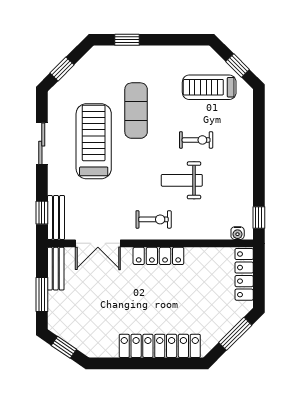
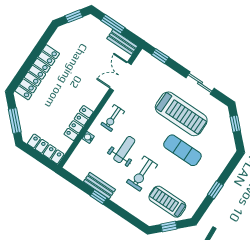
window: (127, 40) -> (215, 190), moved
treadmill: (209, 87) -> (167, 202), turned -90
exercise bike: (196, 140) -> (142, 174), width x1.38, depth x1.39
bench: (56, 217) -> (99, 186), moved
window: (259, 217) -> (99, 197), moved
water cooler: (238, 233) -> (88, 137), moved
locker: (158, 256) -> (79, 123), moved

